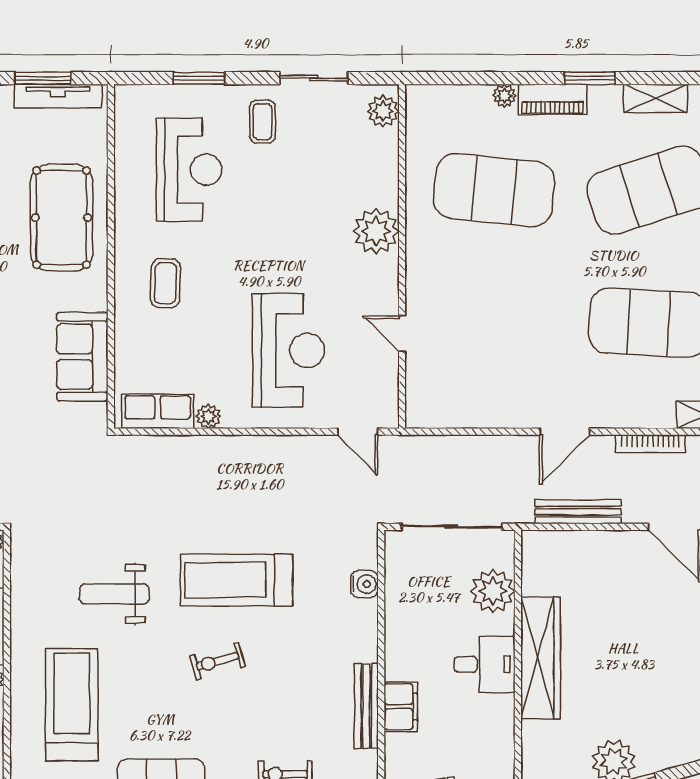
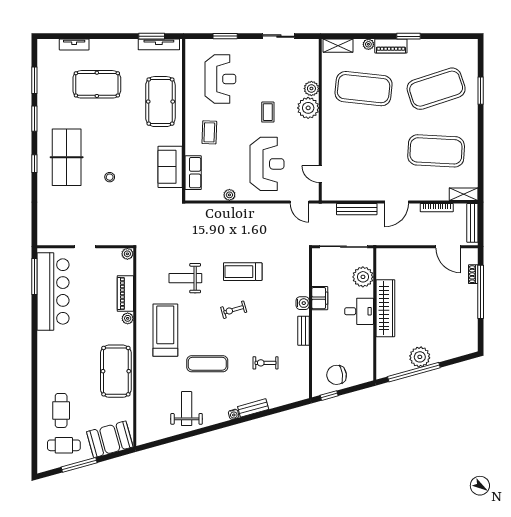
shelving: (656, 98) -> (338, 46), moved
plant: (383, 111) -> (311, 89), moved
coffee table: (263, 122) -> (268, 112), moved
door: (402, 334) -> (320, 174), moved
row of seats: (158, 411) -> (193, 173), moved, turned 90
bench: (578, 512) -> (357, 209), moved
treadmill: (237, 580) -> (243, 272), width x0.73, depth x0.73
water cooler: (364, 584) -> (303, 303), moved
bench: (366, 706) -> (304, 331), width x0.73
filing cabinet: (401, 707) -> (320, 298), moved

